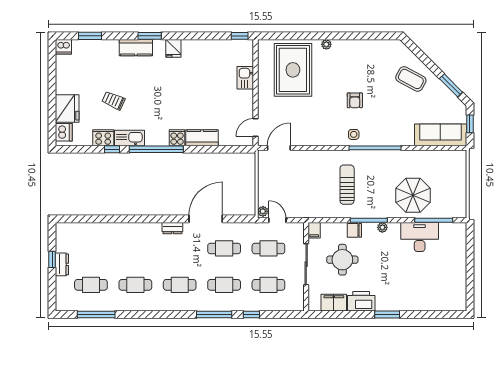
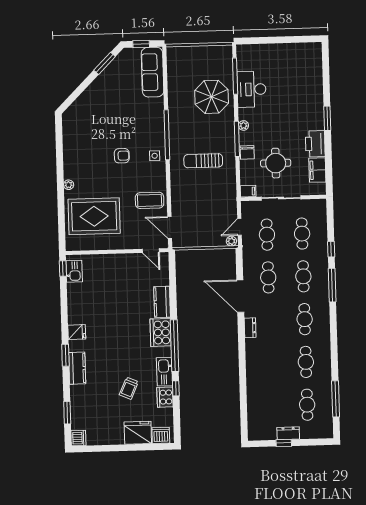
kitchen sink: (245, 78) -> (74, 271), moved, turned -90
coffee table: (411, 79) -> (150, 200), moved, turned 62
cooker: (177, 138) -> (161, 332), width x1.87, depth x1.31

